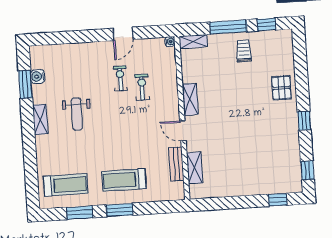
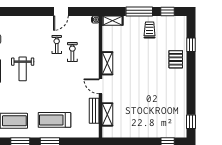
window: (304, 121) -> (191, 45), moved

